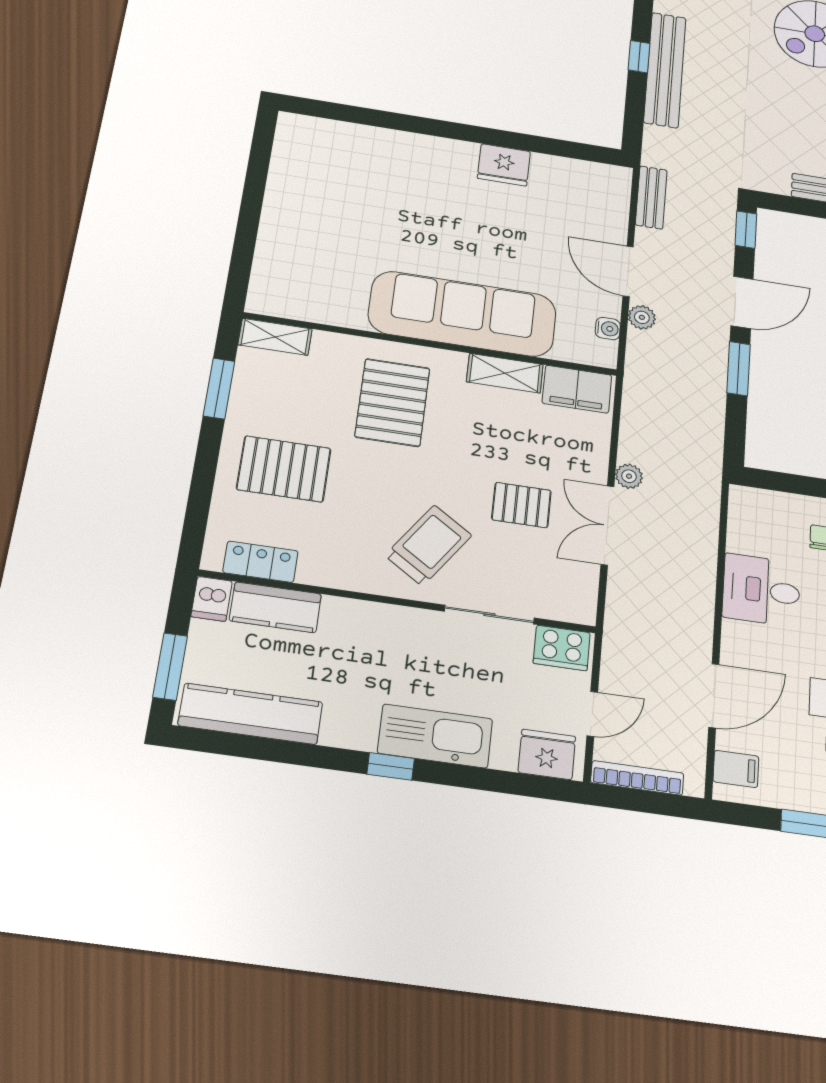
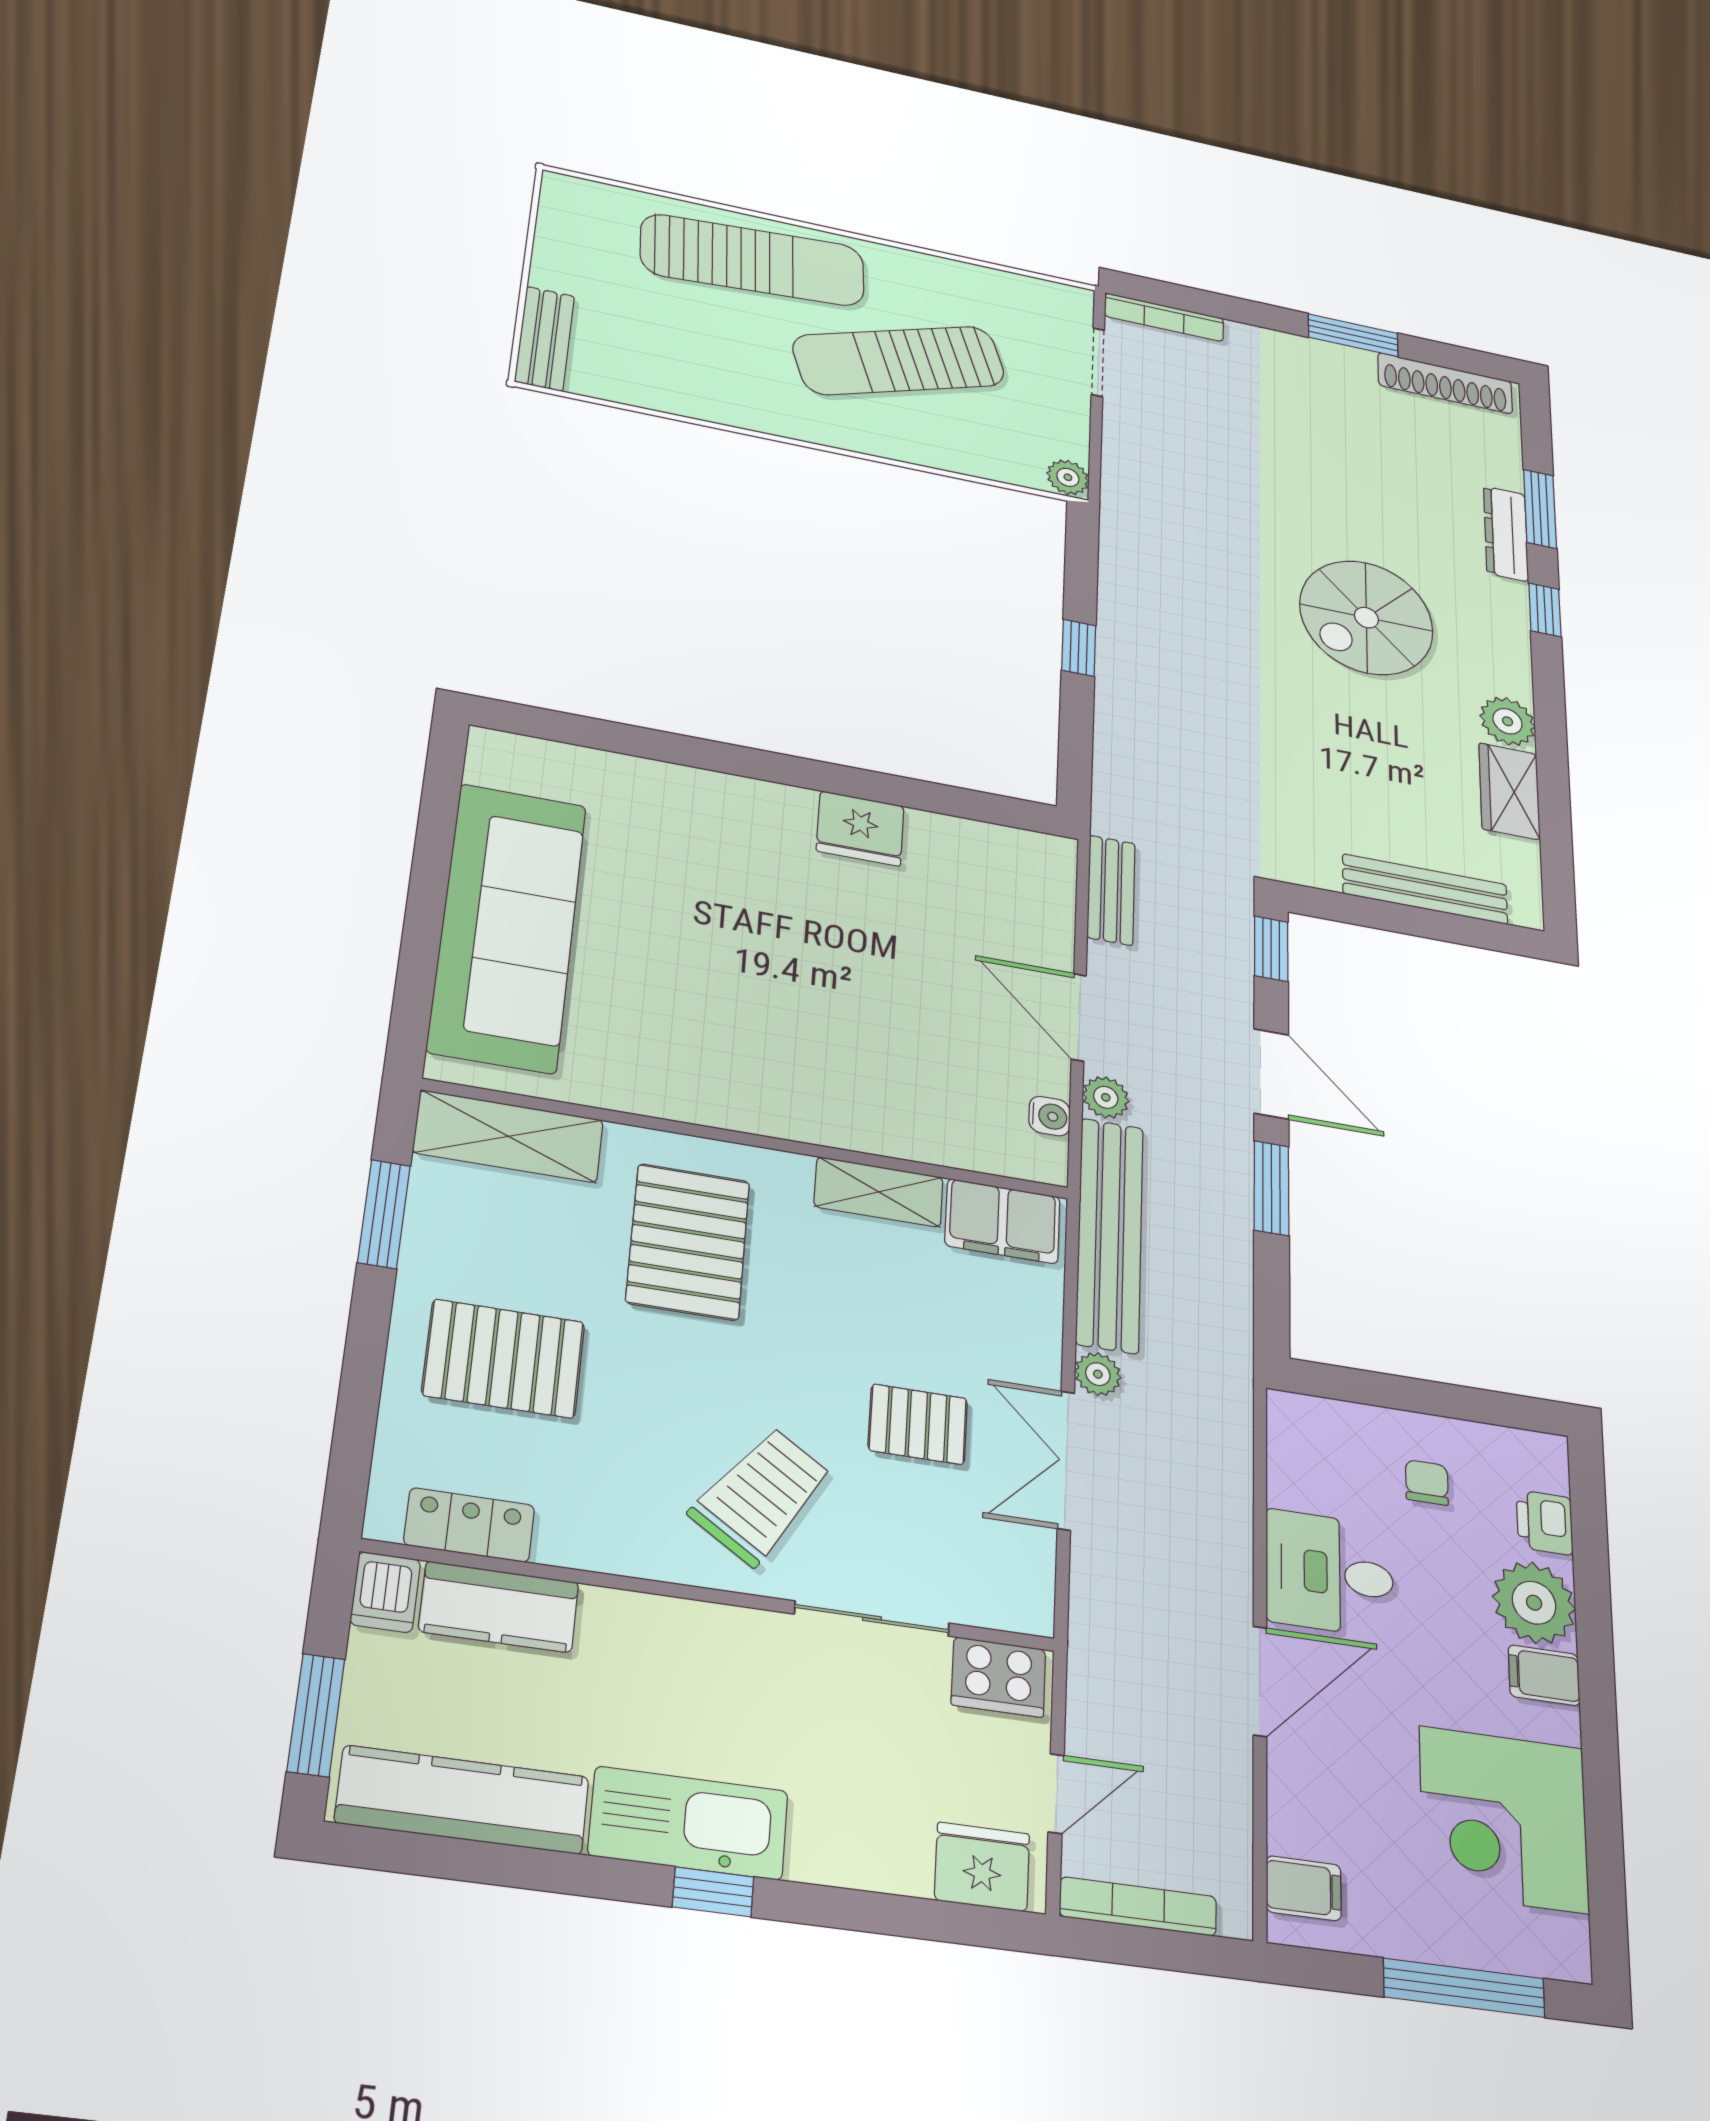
bench: (665, 70) -> (1110, 1235), moved
door: (742, 302) -> (1271, 1074), hinge flipped
sofa: (462, 314) -> (508, 927), moved, turned 90
shelving: (275, 337) -> (508, 1136), width x1.50, depth x1.33
door: (714, 696) -> (1260, 1681), moved
kitchen sink: (435, 736) -> (688, 1823), moved

